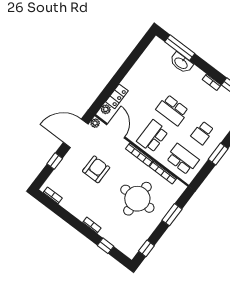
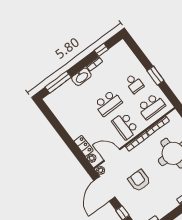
washbasin: (181, 63) -> (81, 77), moved
school desk: (183, 159) -> (151, 106), turned 180

